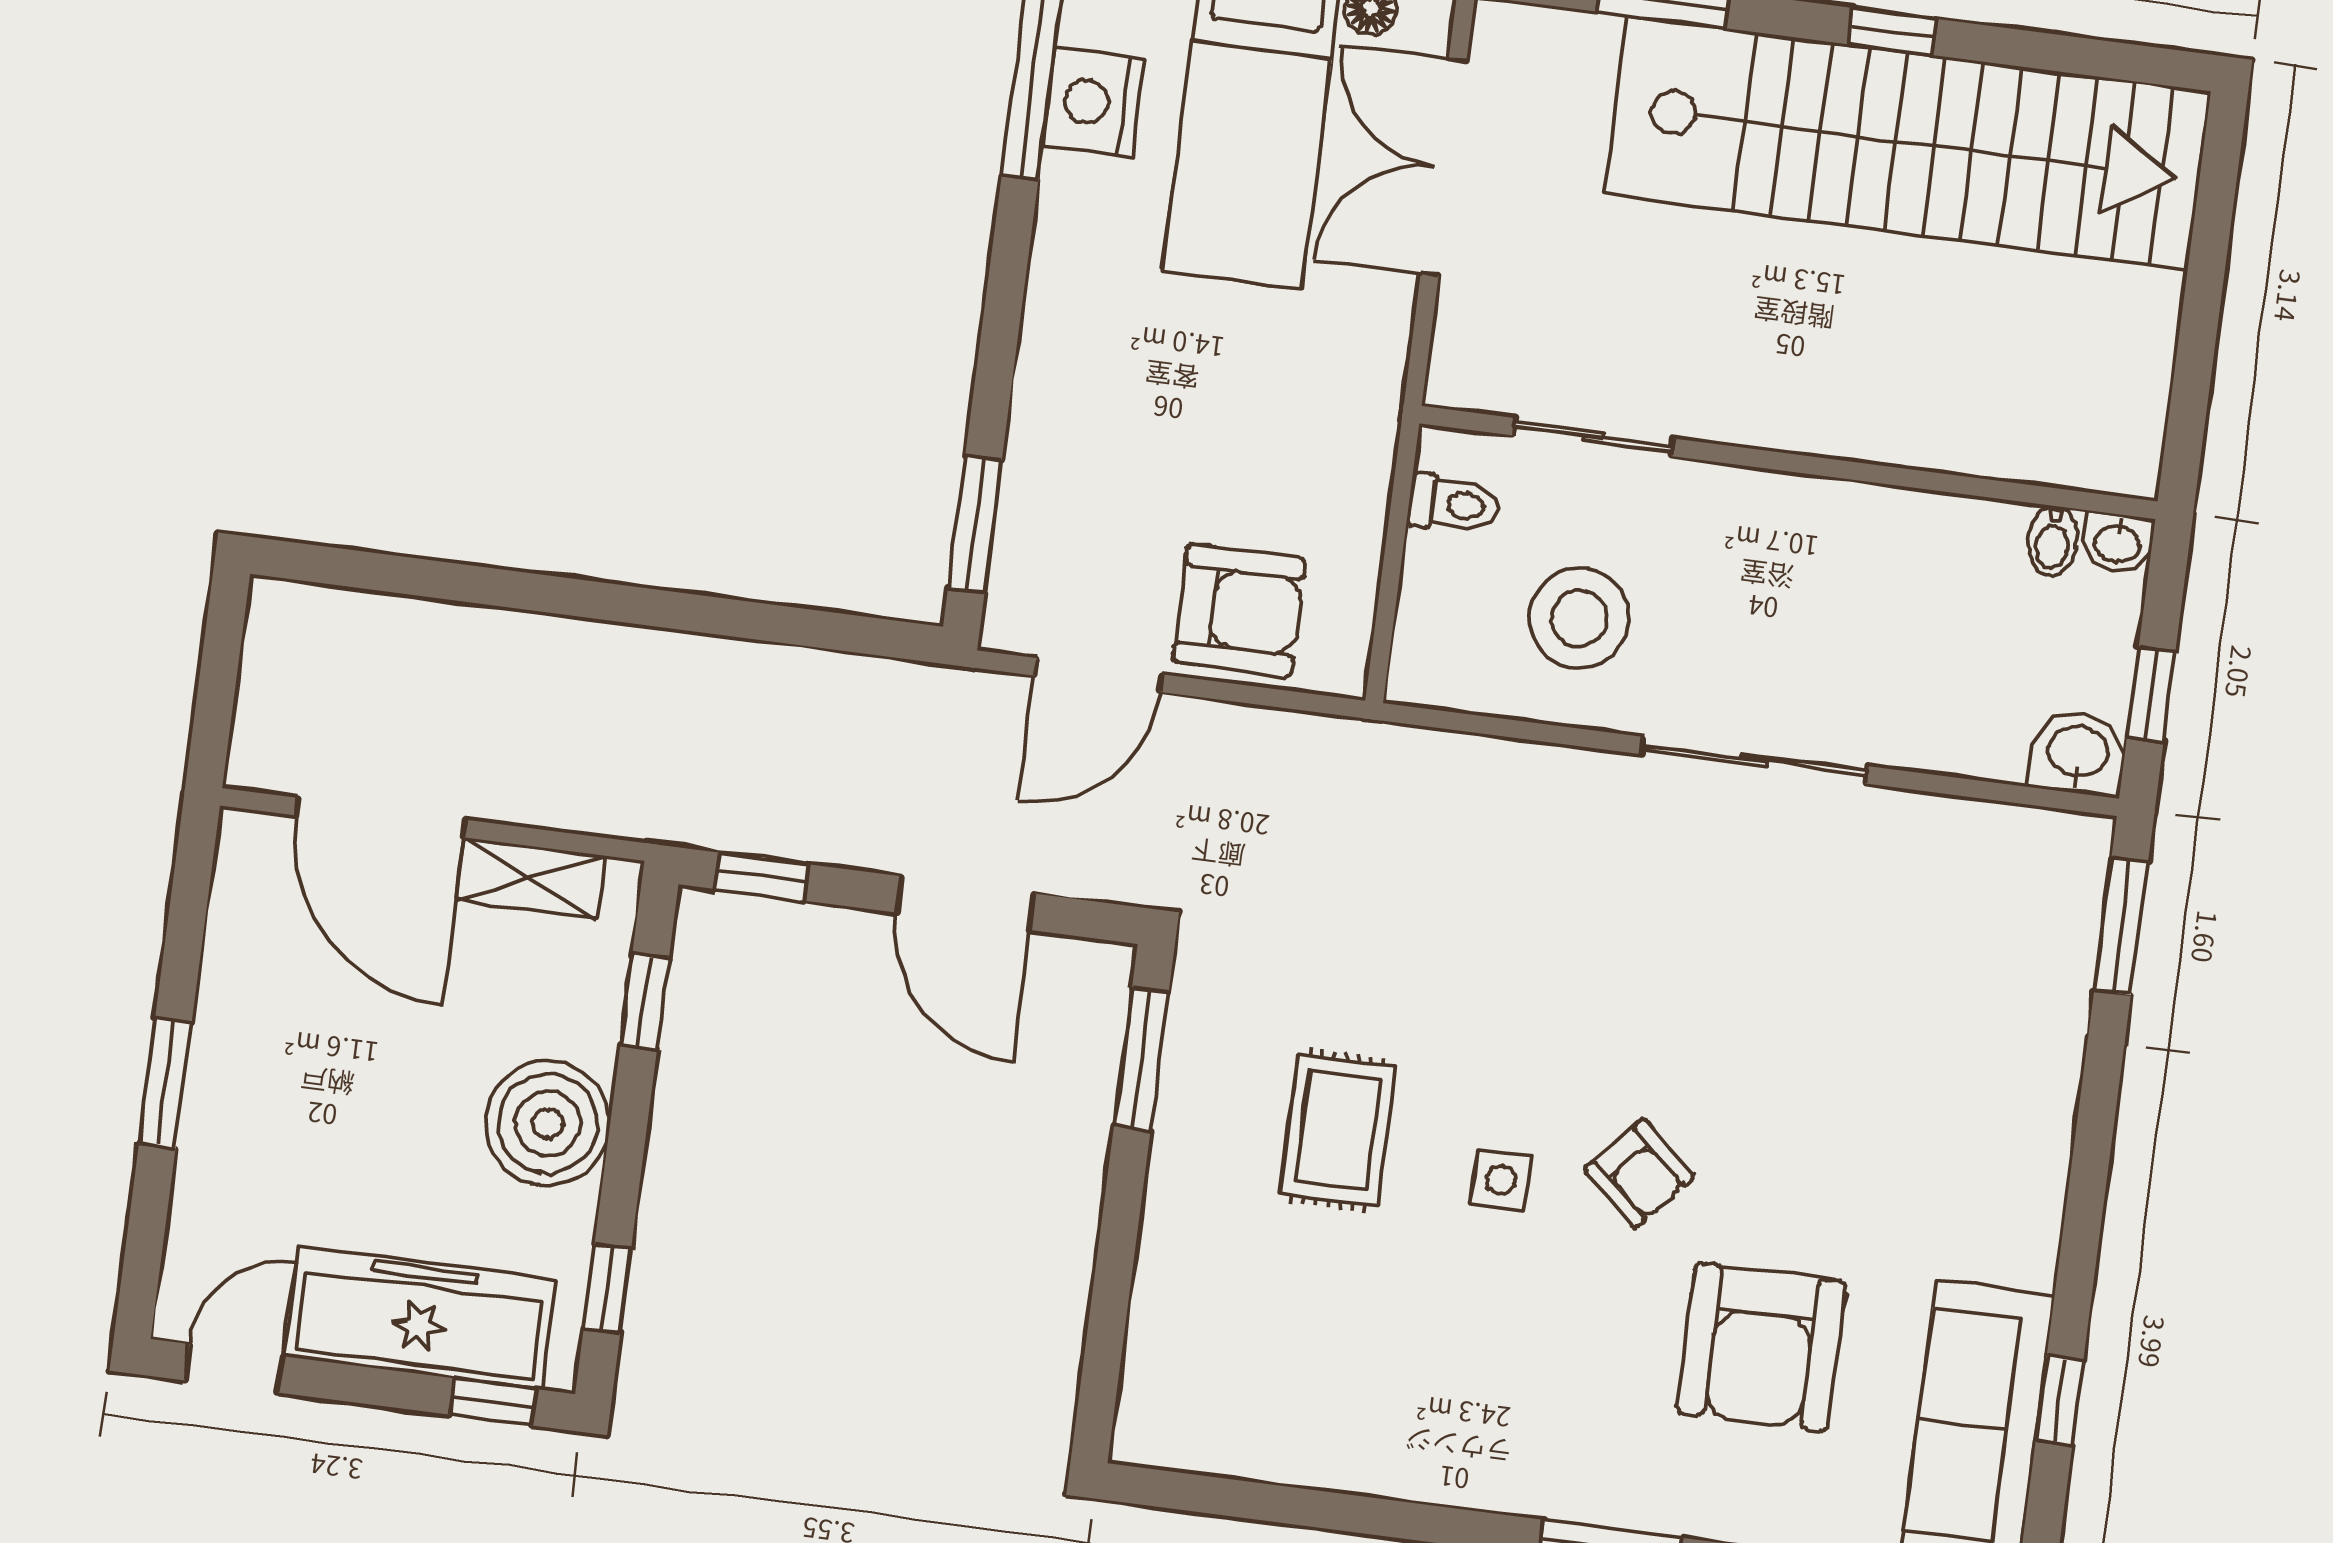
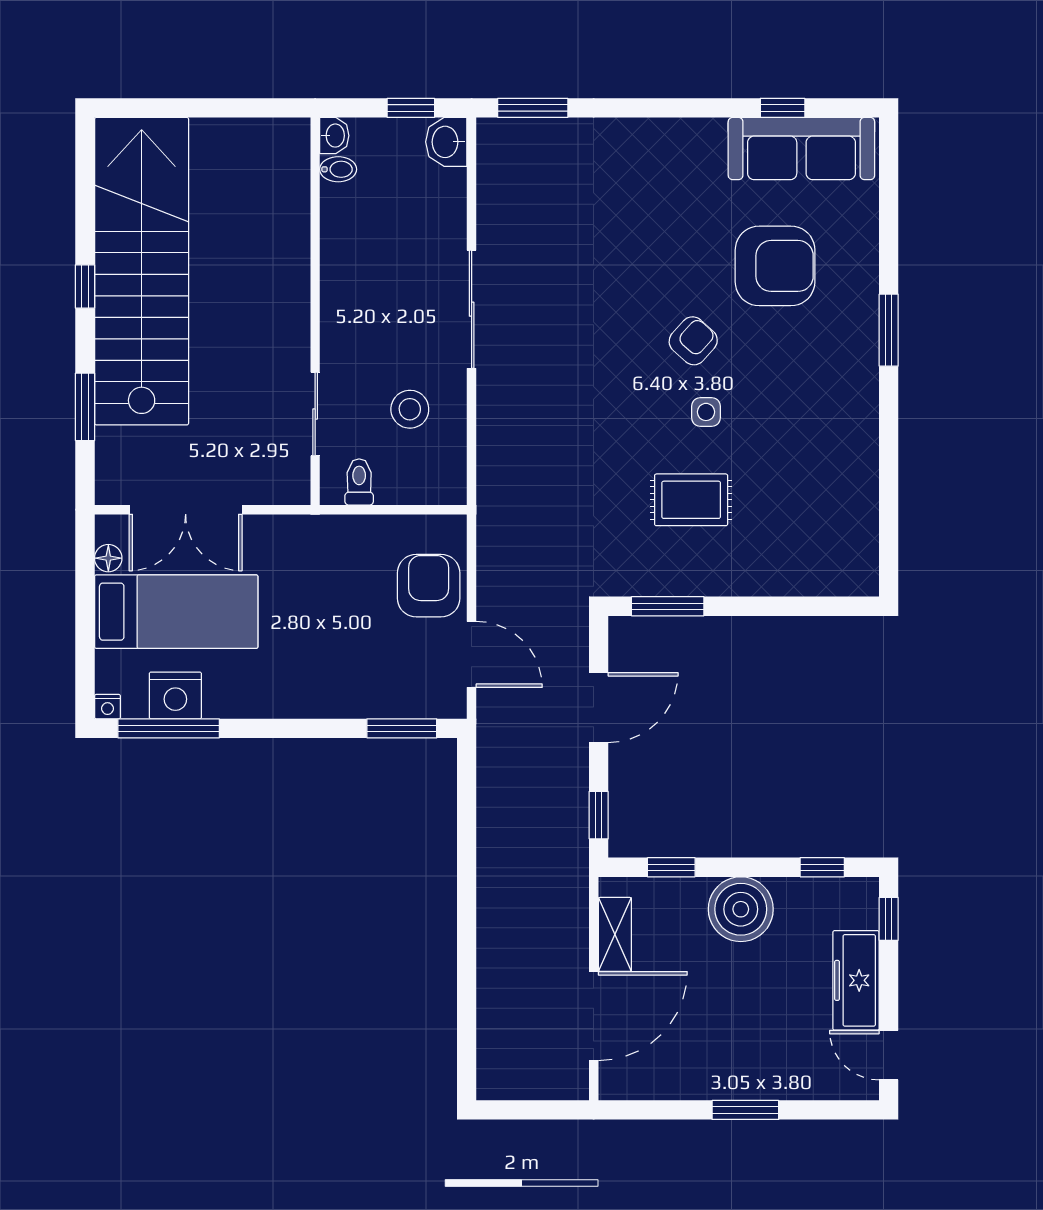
stool: (1579, 618) -> (410, 409), width x0.73, depth x0.73
freezer: (420, 1318) -> (856, 980), width x0.73, depth x0.79

